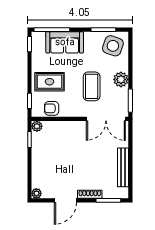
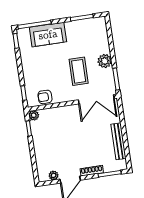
side table: (113, 46) -> (93, 31), removed
rug: (50, 82) -> (39, 73), removed
plant: (36, 193) -> (54, 175), moved

